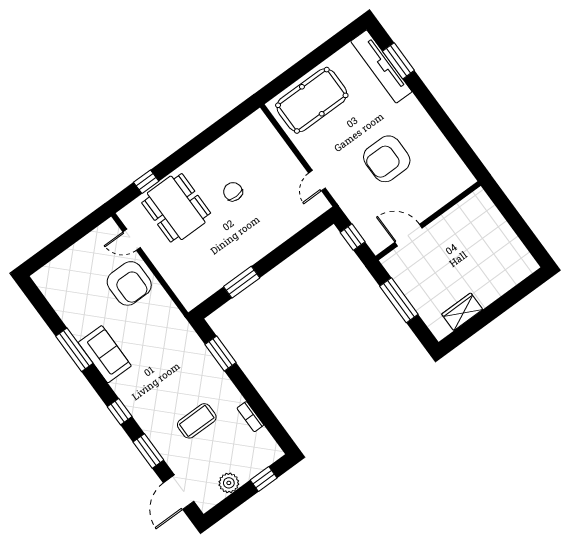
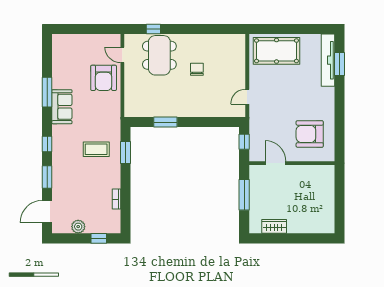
armchair: (387, 159) -> (310, 134), moved
coffee table: (197, 421) -> (96, 149), moved

